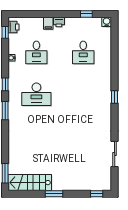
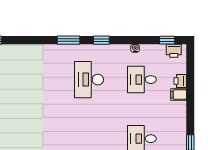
printer: (59, 22) -> (180, 81), moved

